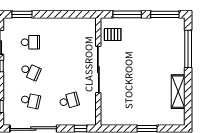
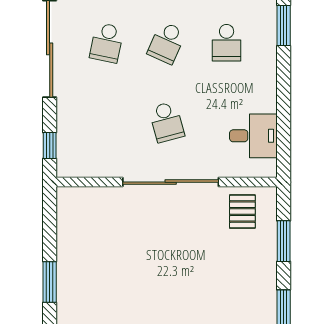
window: (127, 14) -> (284, 241), width x0.69
desk: (76, 29) -> (253, 136), added
school desk: (69, 101) -> (167, 122), moved

